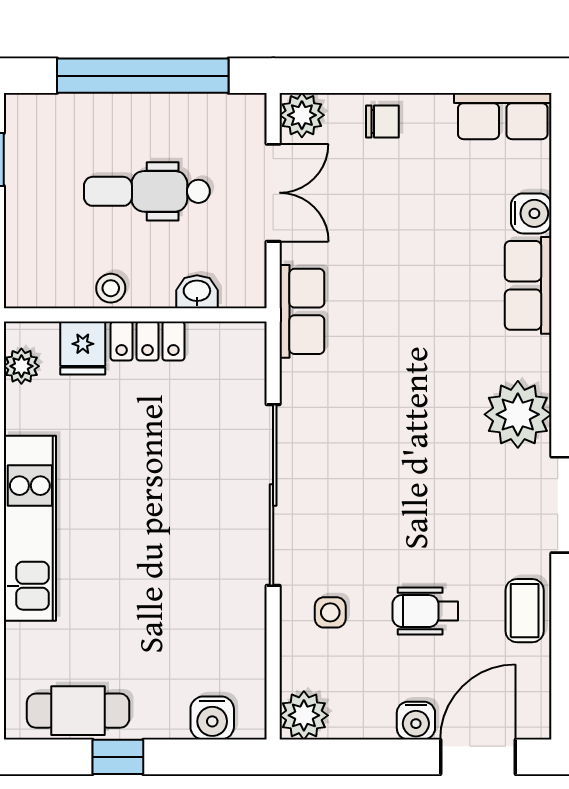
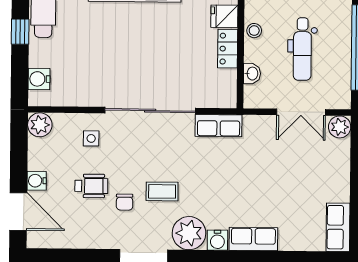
chair: (382, 121) -> (125, 202), moved
dental chair: (147, 191) -> (302, 49), turned 180
water cooler: (531, 213) -> (217, 240), moved
row of seats: (302, 311) -> (219, 126), moved
wheelchair: (425, 611) -> (91, 186), turned 90
coffee table: (525, 611) -> (162, 191), moved

